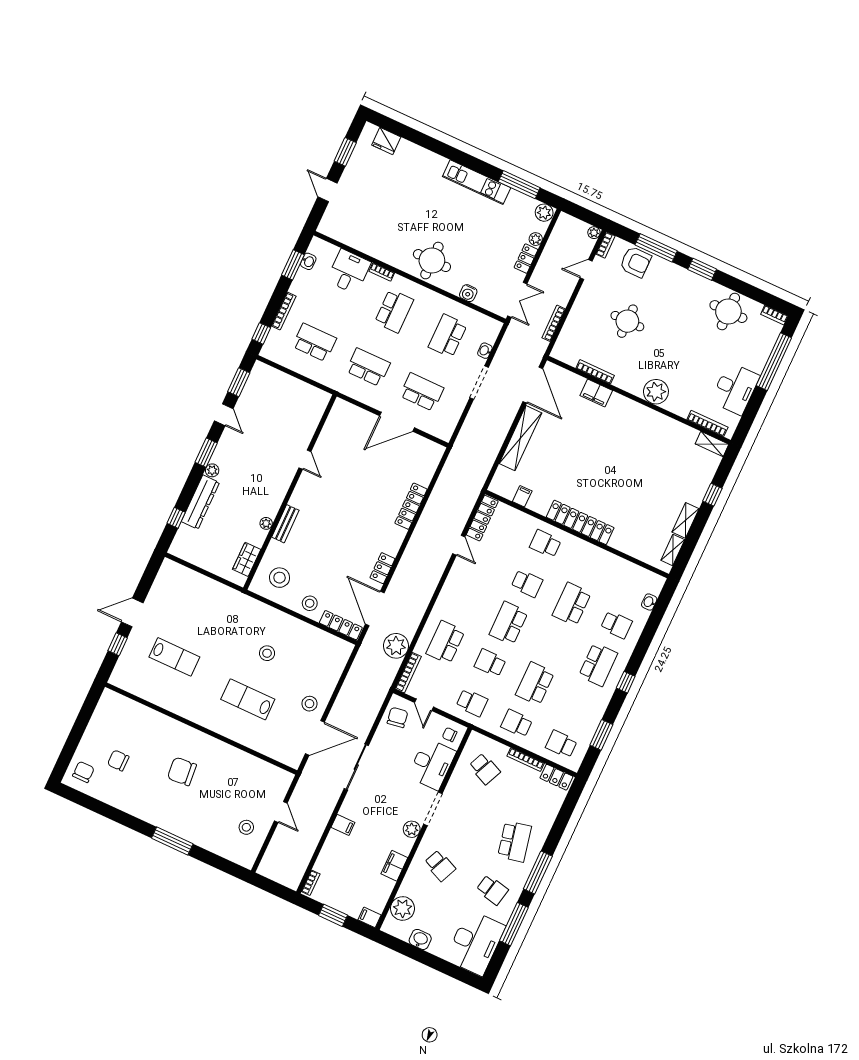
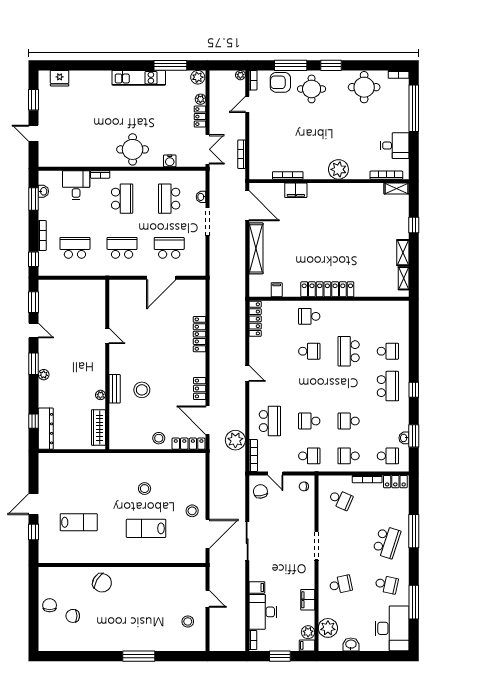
armchair: (636, 262) -> (280, 82), turned 180
round table: (627, 321) -> (312, 89), moved
desk: (735, 389) -> (395, 146), width x0.73
dresser: (200, 502) -> (46, 429), moved
door: (459, 545) -> (247, 373), moved
wardrobe: (247, 559) -> (98, 428), width x1.50
stool: (280, 578) -> (142, 390), moved
washbasin: (649, 602) -> (404, 438), moved
school desk: (509, 623) -> (309, 386), removed
school desk: (445, 642) -> (270, 421), turned 180
school desk: (535, 684) -> (349, 421), width x0.54
school desk: (561, 744) -> (388, 456), turned 180
desk: (432, 764) -> (263, 612), moved, turned 180
chair: (182, 771) -> (102, 583), moved, turned -144
chair: (83, 772) -> (50, 605), moved
plant: (412, 829) -> (308, 632), moved
school desk: (515, 841) -> (387, 542), turned 30
school desk: (440, 866) -> (341, 584), turned -36
window: (538, 872) -> (414, 531), moved

